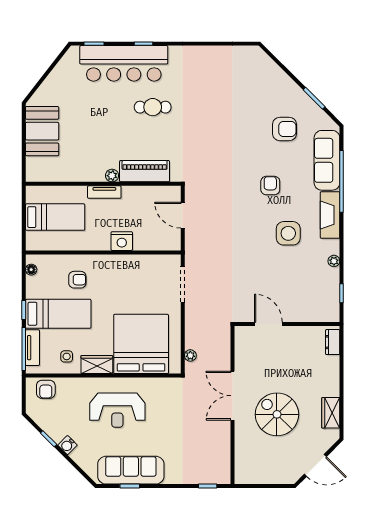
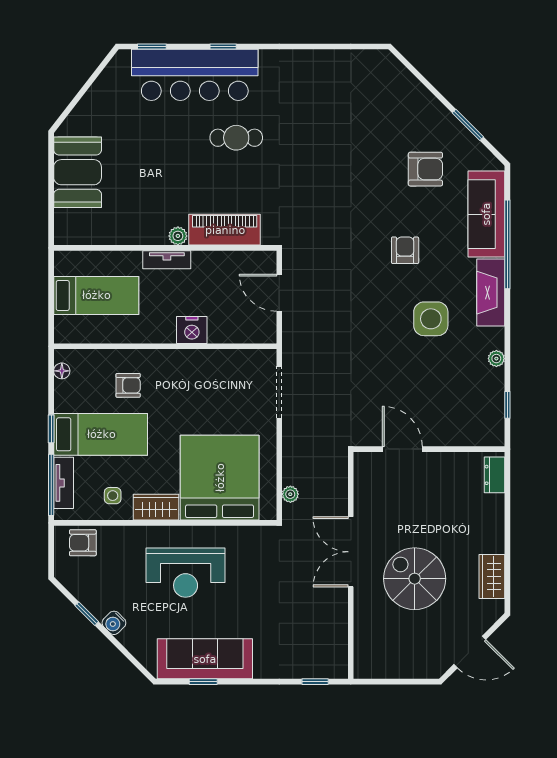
armchair: (46, 389) -> (83, 543), turned 90

